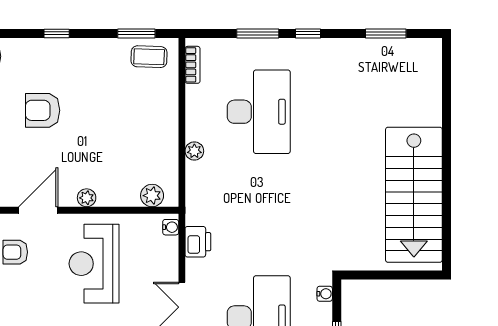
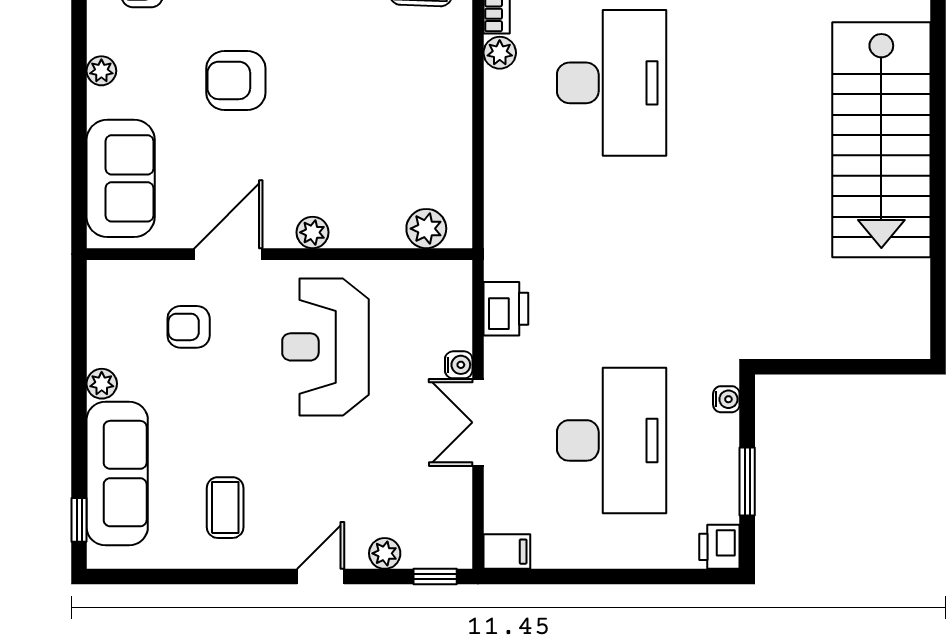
plant: (194, 151) -> (500, 53), moved
stairs: (414, 195) -> (881, 140), moved
water cooler: (171, 227) -> (459, 365), moved

